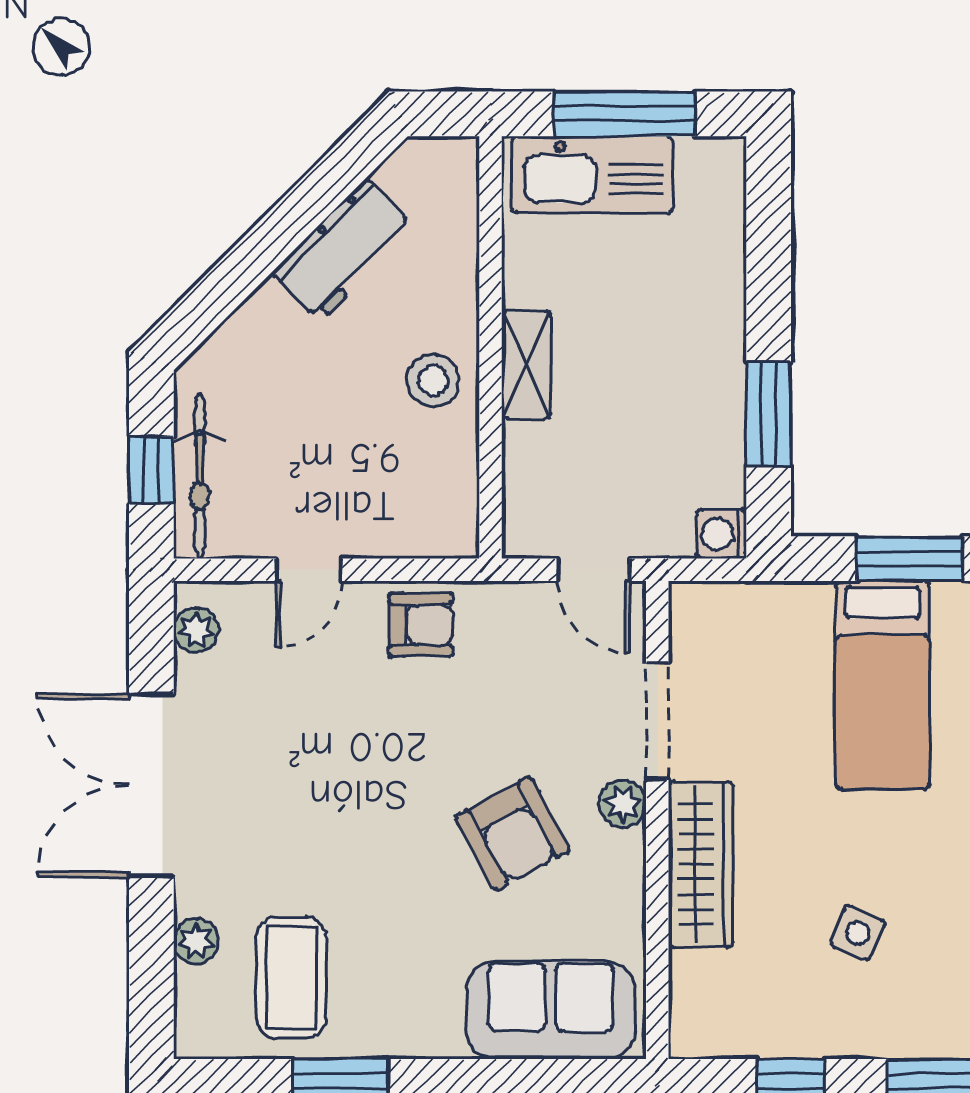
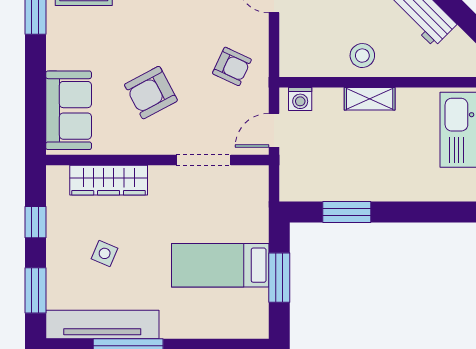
washing machine: (722, 534) -> (300, 99), moved, turned 180
armchair: (421, 625) -> (232, 66), moved, turned -65
plant: (623, 804) -> (165, 144), removed
wardrobe: (701, 864) -> (109, 180), moved

